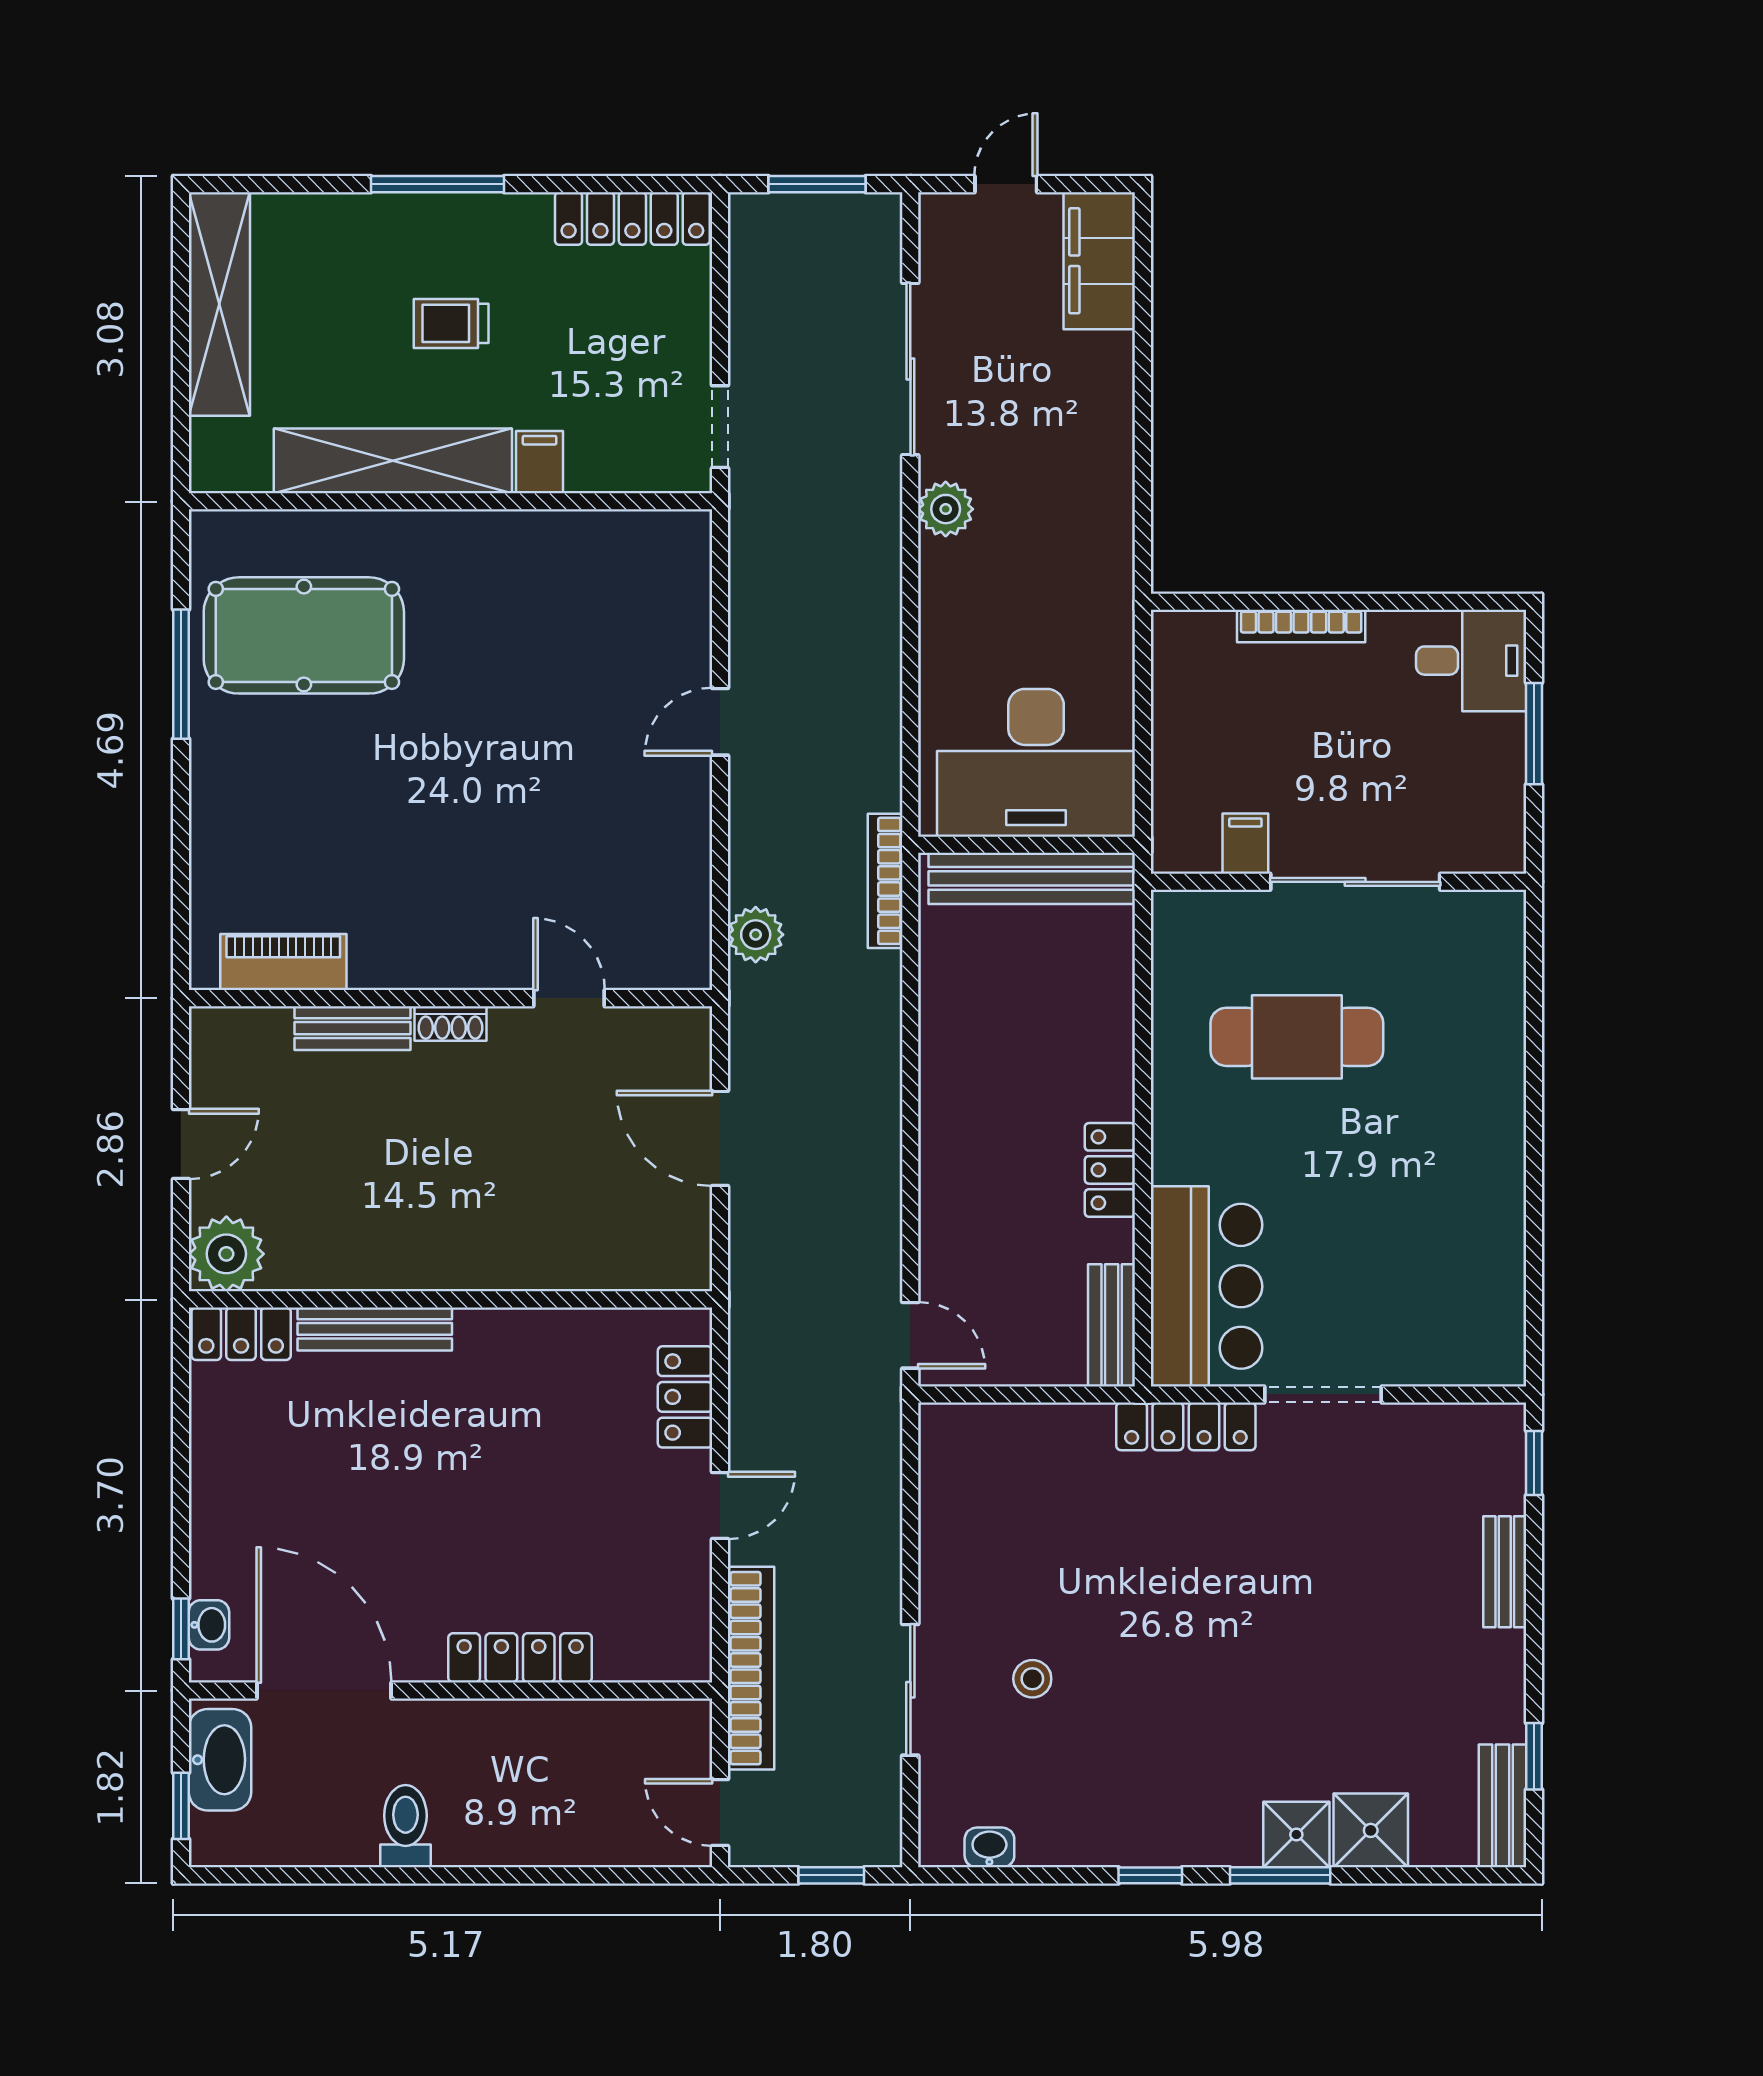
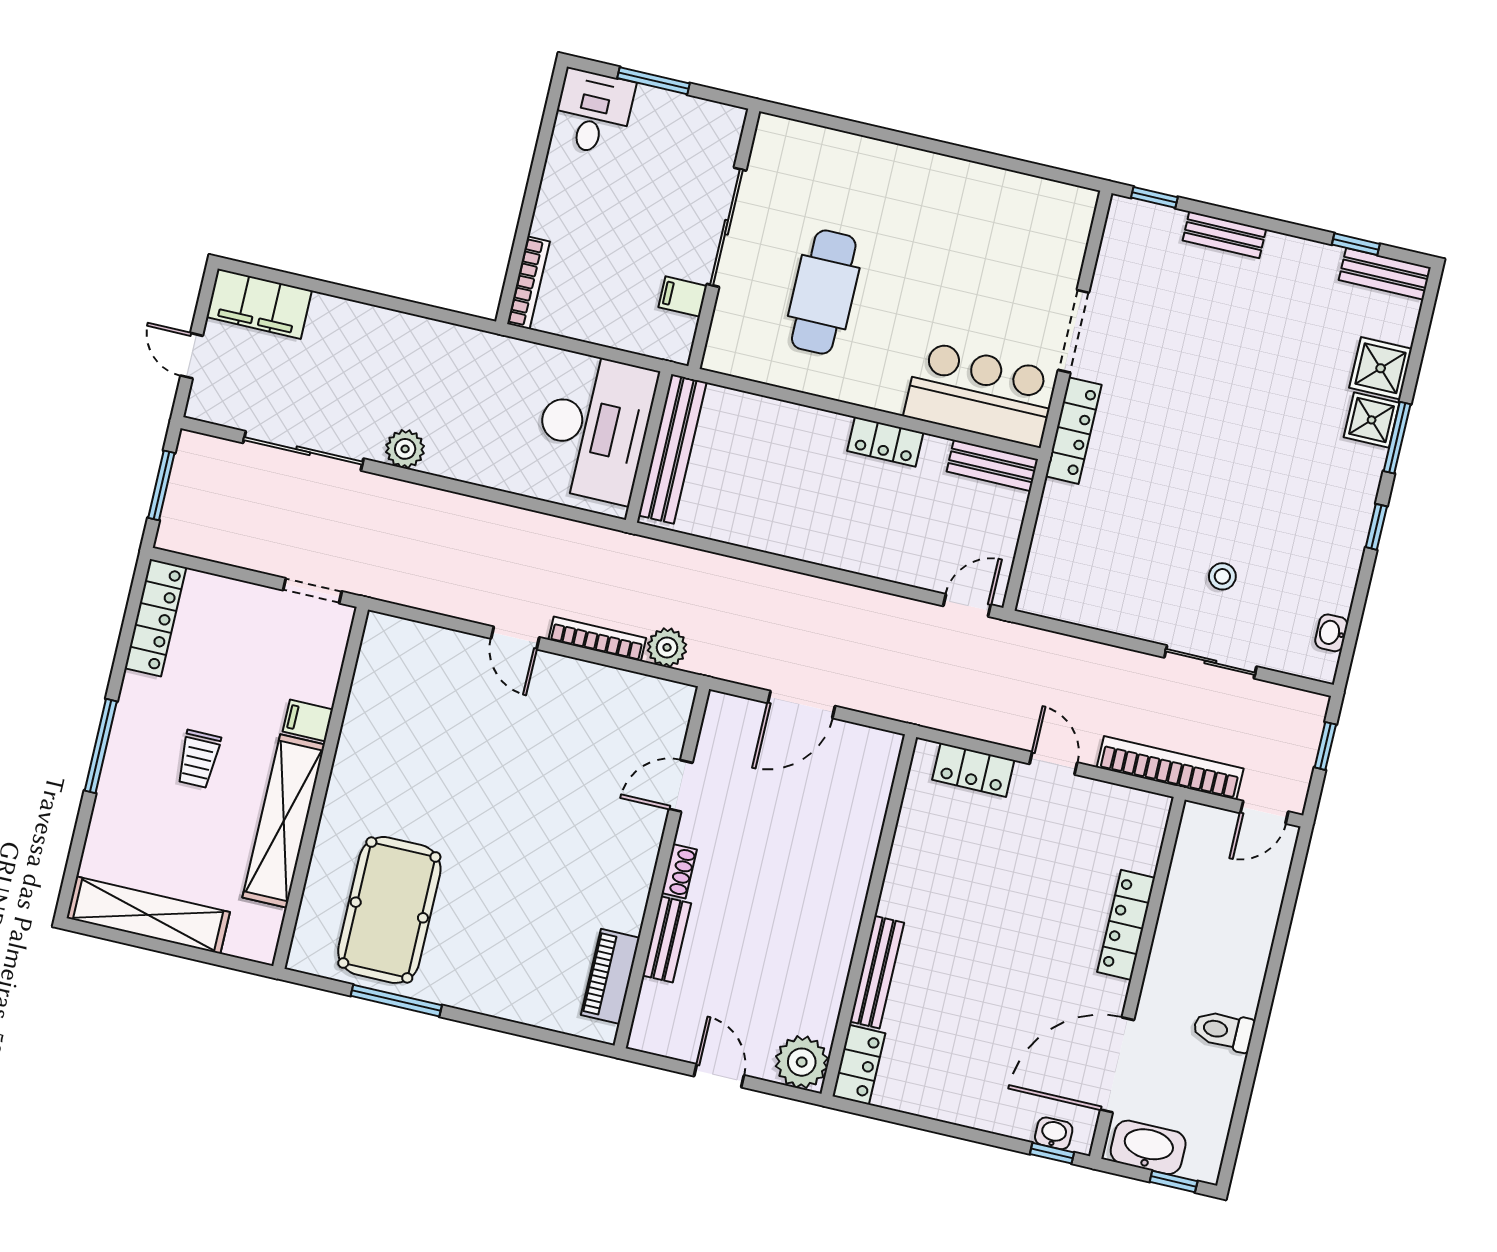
bookcase: (1301, 626) -> (528, 283), moved
bookcase: (885, 881) -> (597, 639), moved, turned 180

